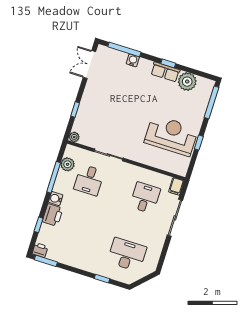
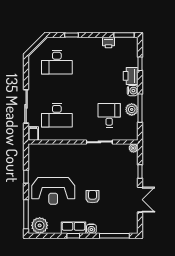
water cooler: (133, 60) -> (91, 229), moved
double door: (89, 65) -> (140, 200), moved
plant: (187, 82) -> (40, 225), moved
armchair: (134, 99) -> (93, 197), added
reception desk: (171, 135) -> (53, 191), moved
plant: (67, 164) -> (132, 109), moved
desk: (145, 198) -> (57, 115), width x1.37
printer: (40, 250) -> (108, 43), moved

